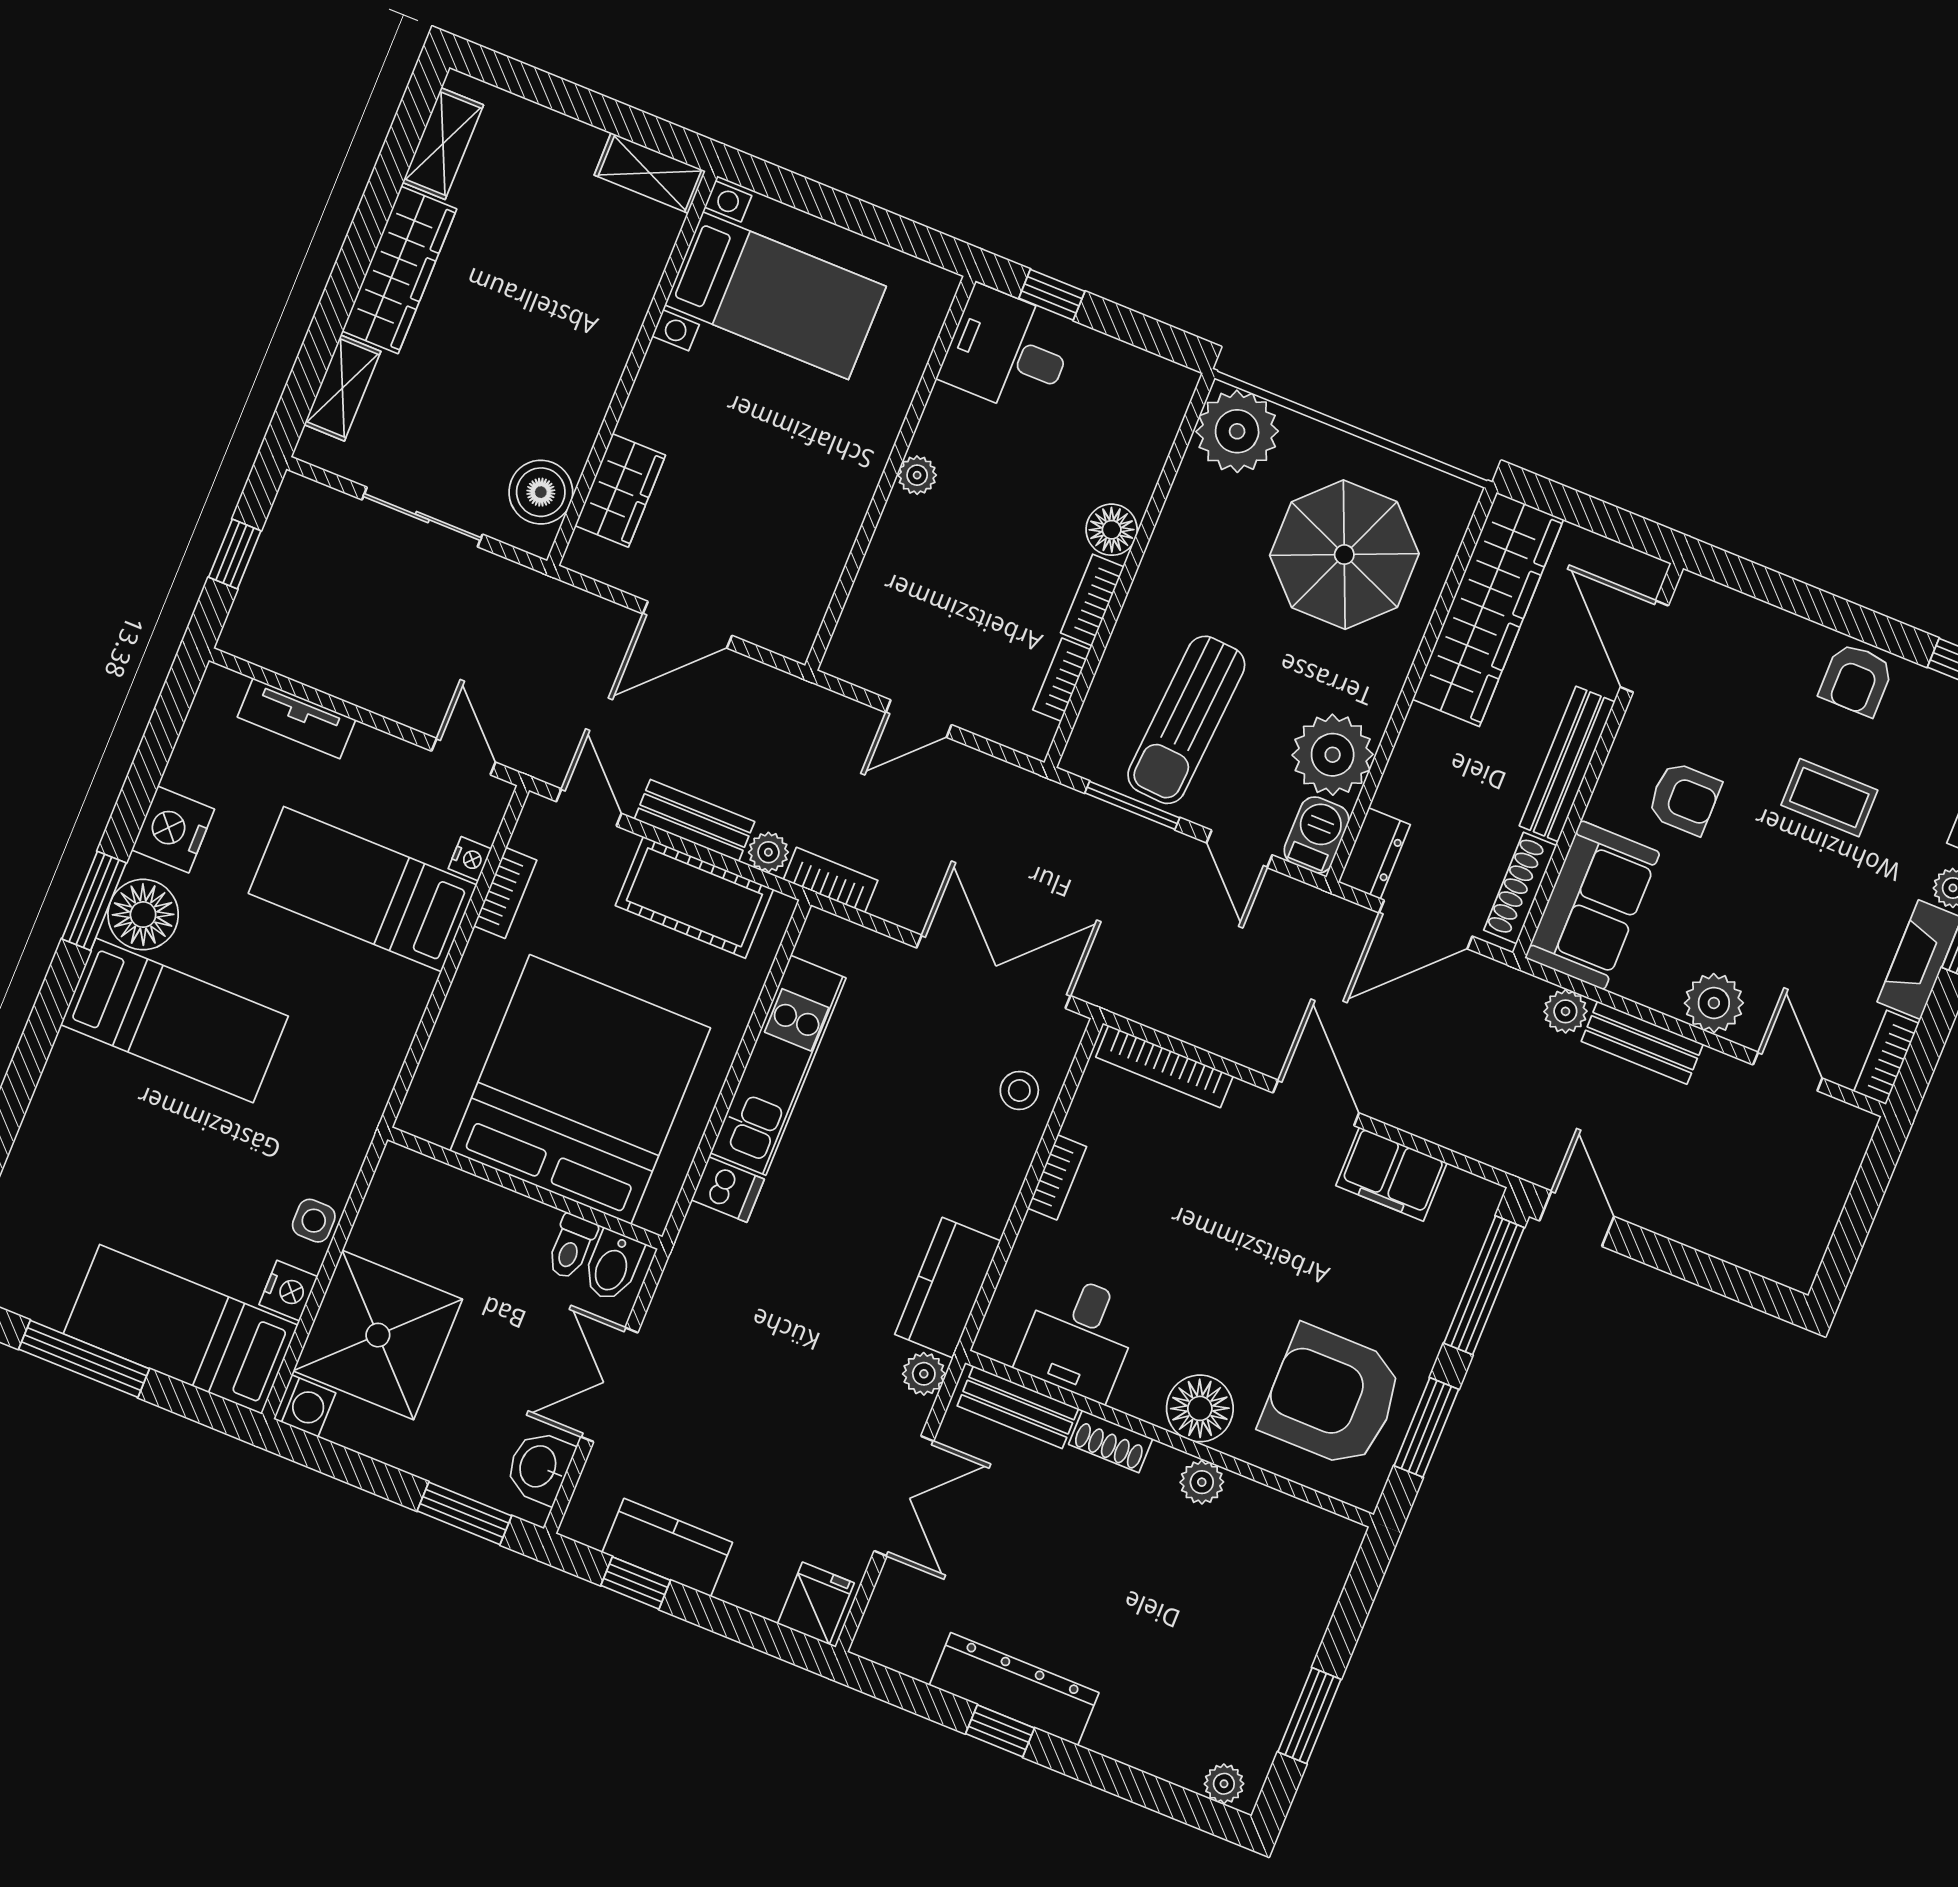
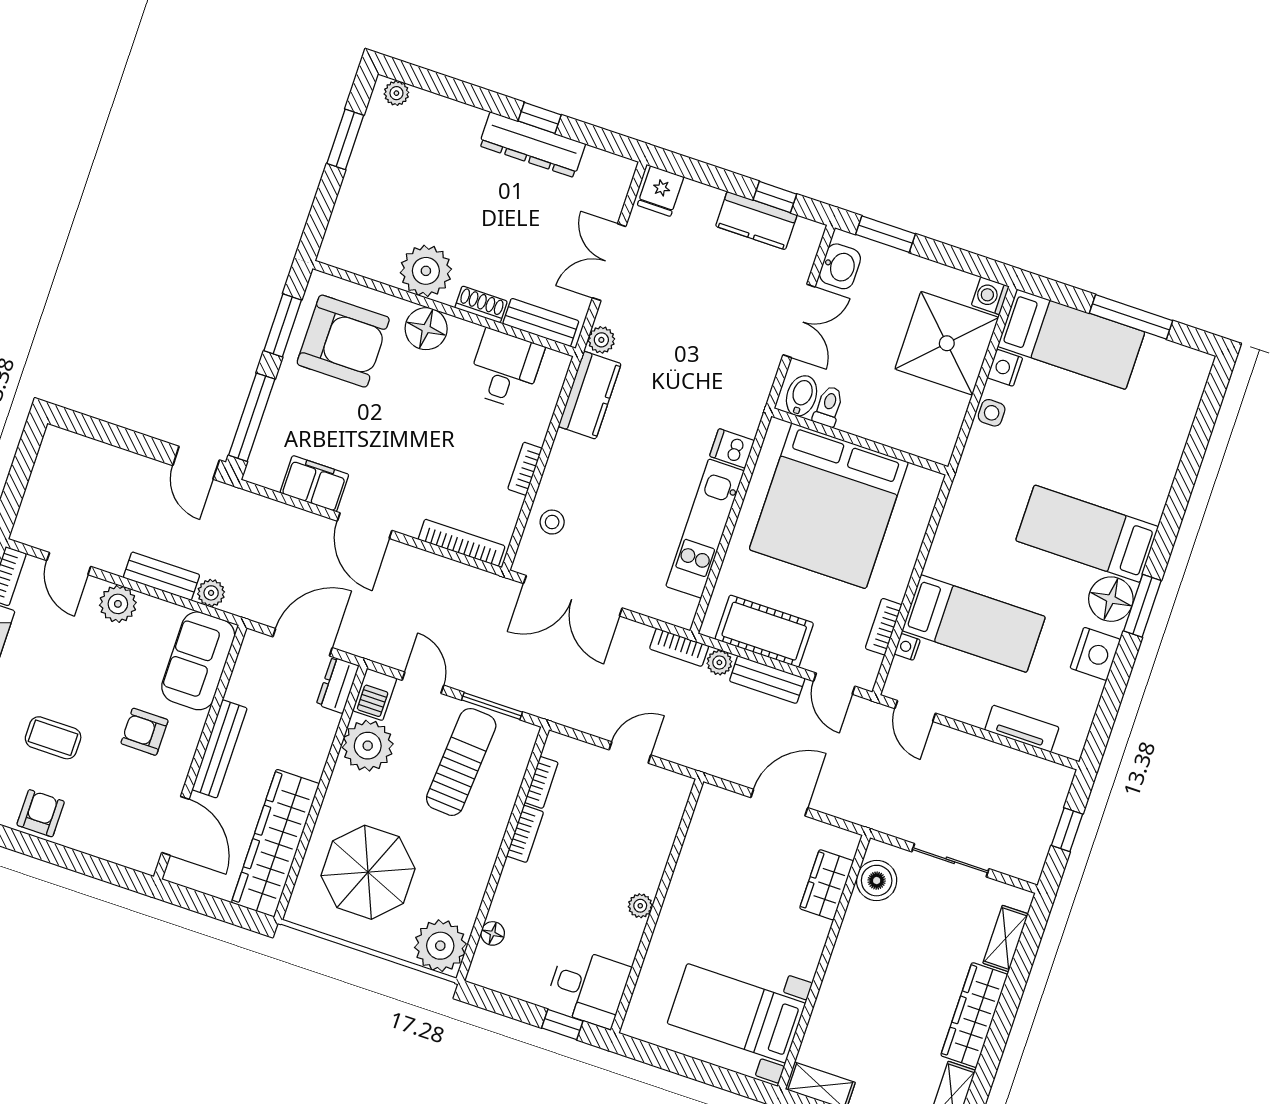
floor lamp: (1112, 530) -> (493, 933), moved, width x0.73, depth x0.73
shoe rack: (1520, 888) -> (244, 669), removed
plant: (1202, 1482) -> (426, 271), width x1.88, depth x1.88

